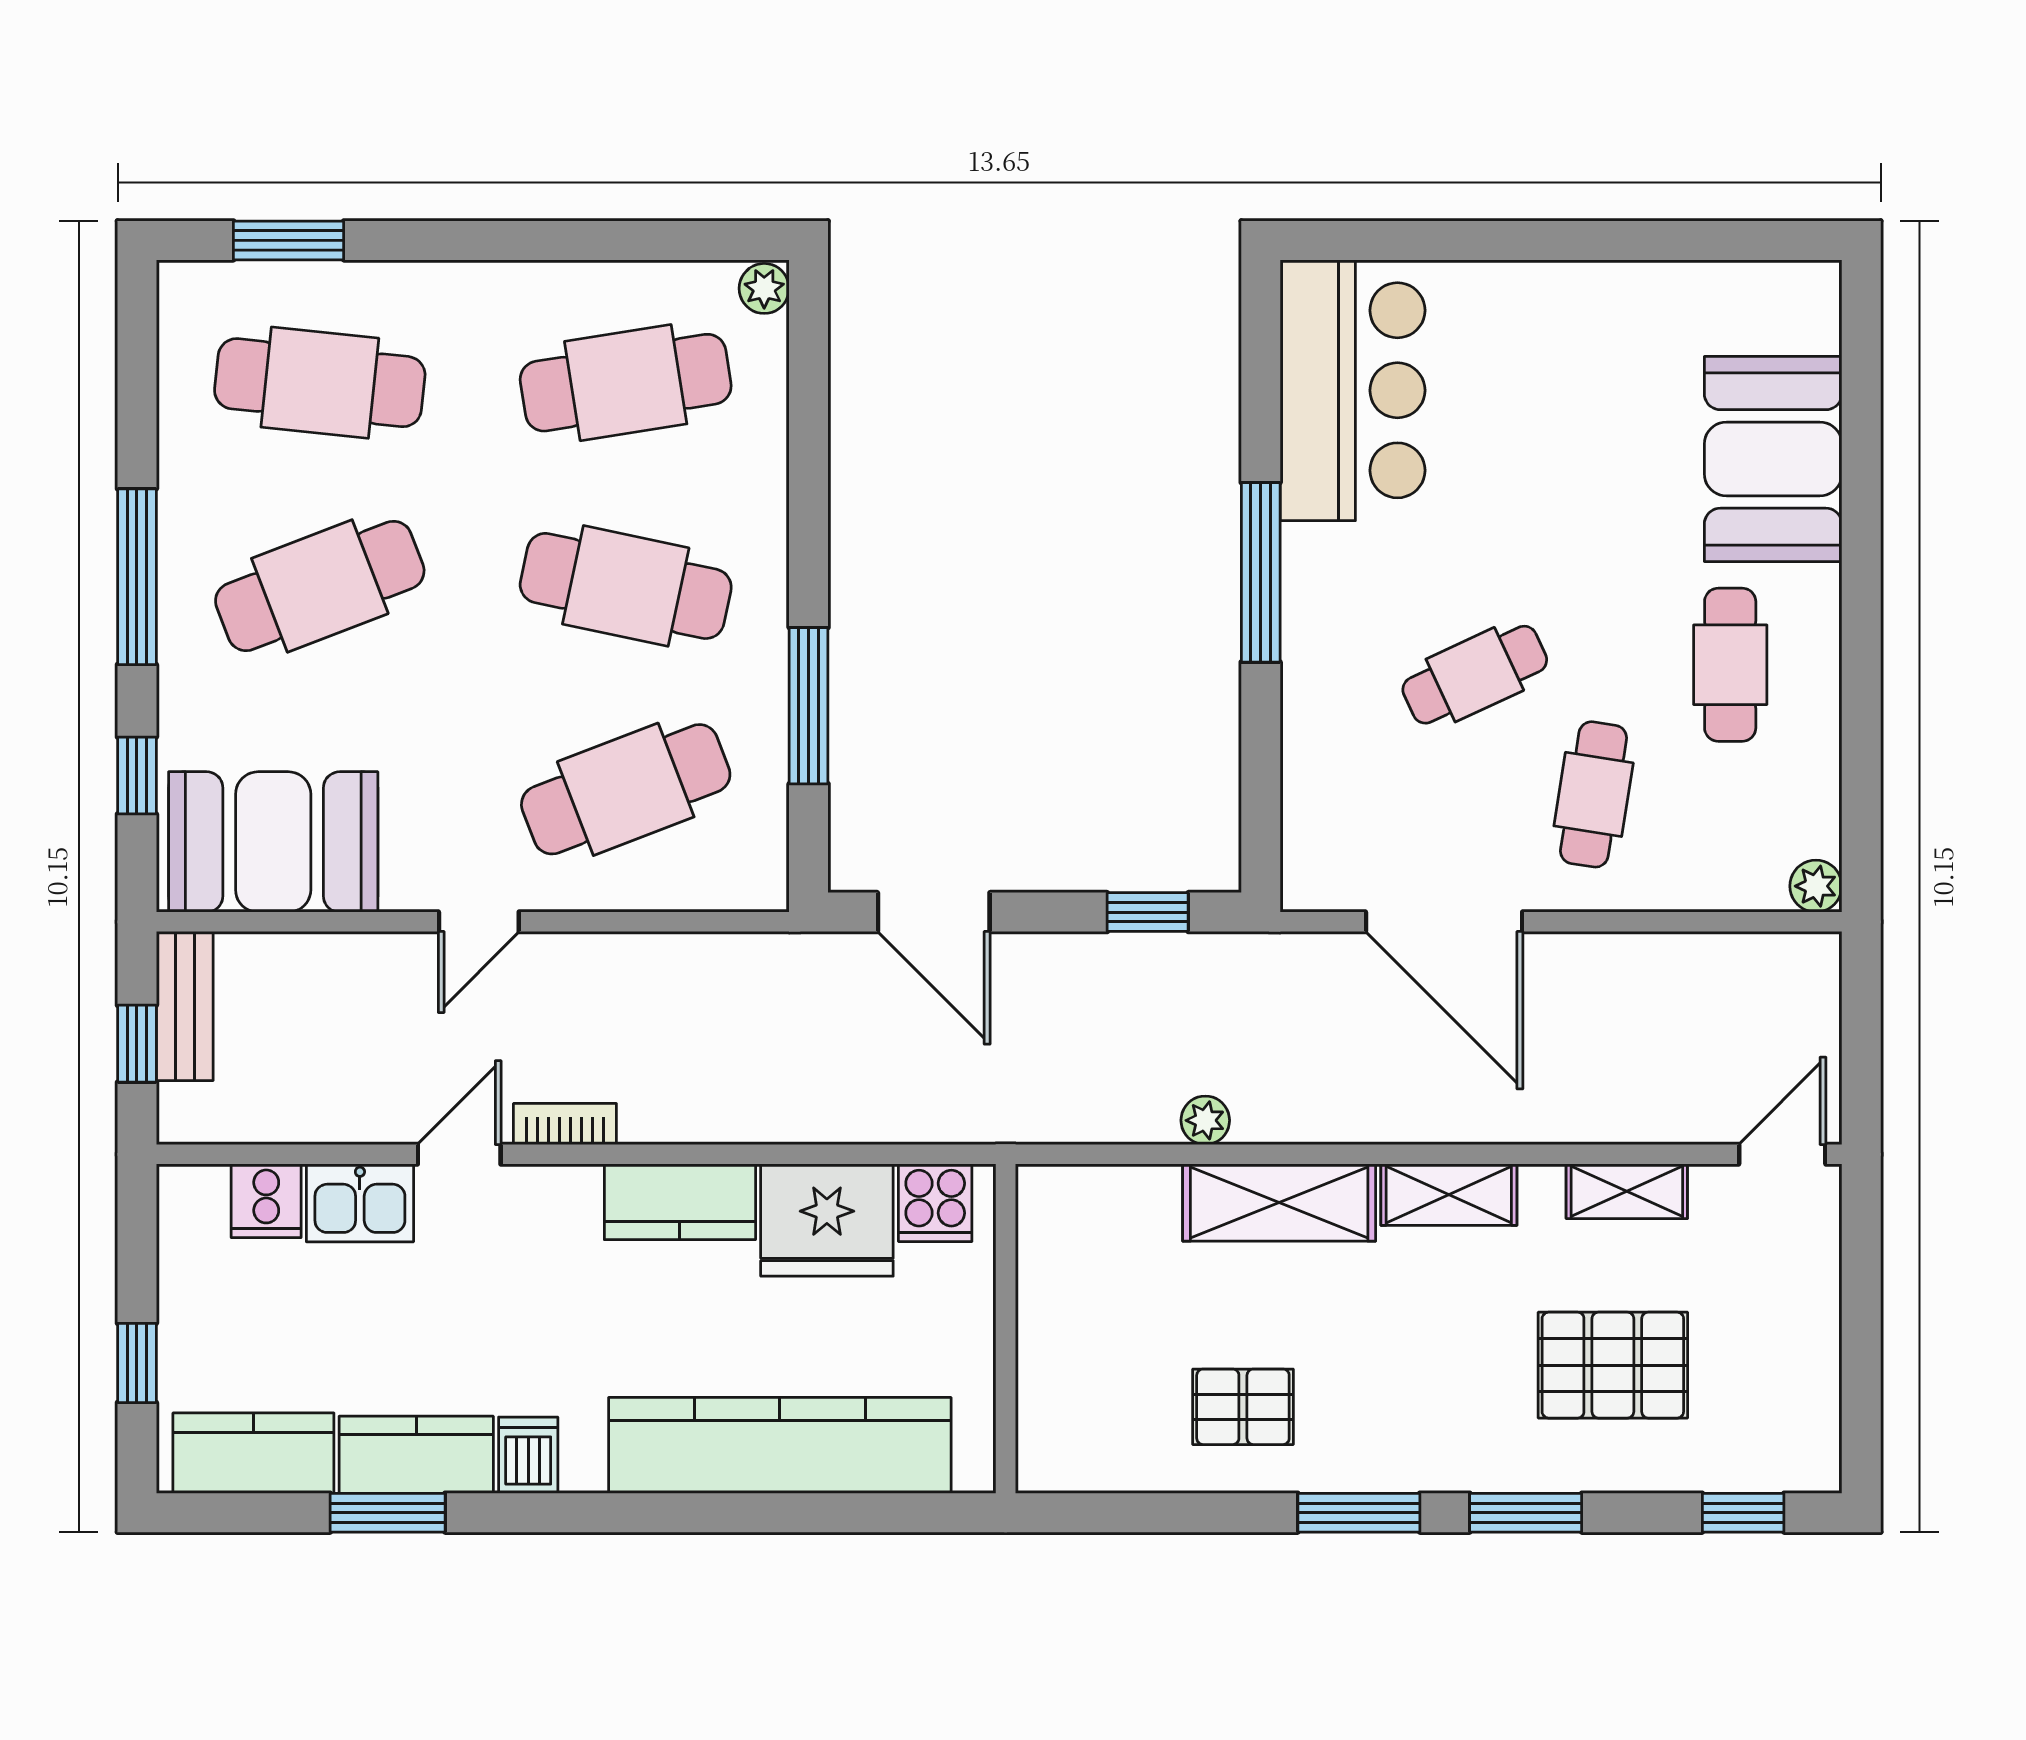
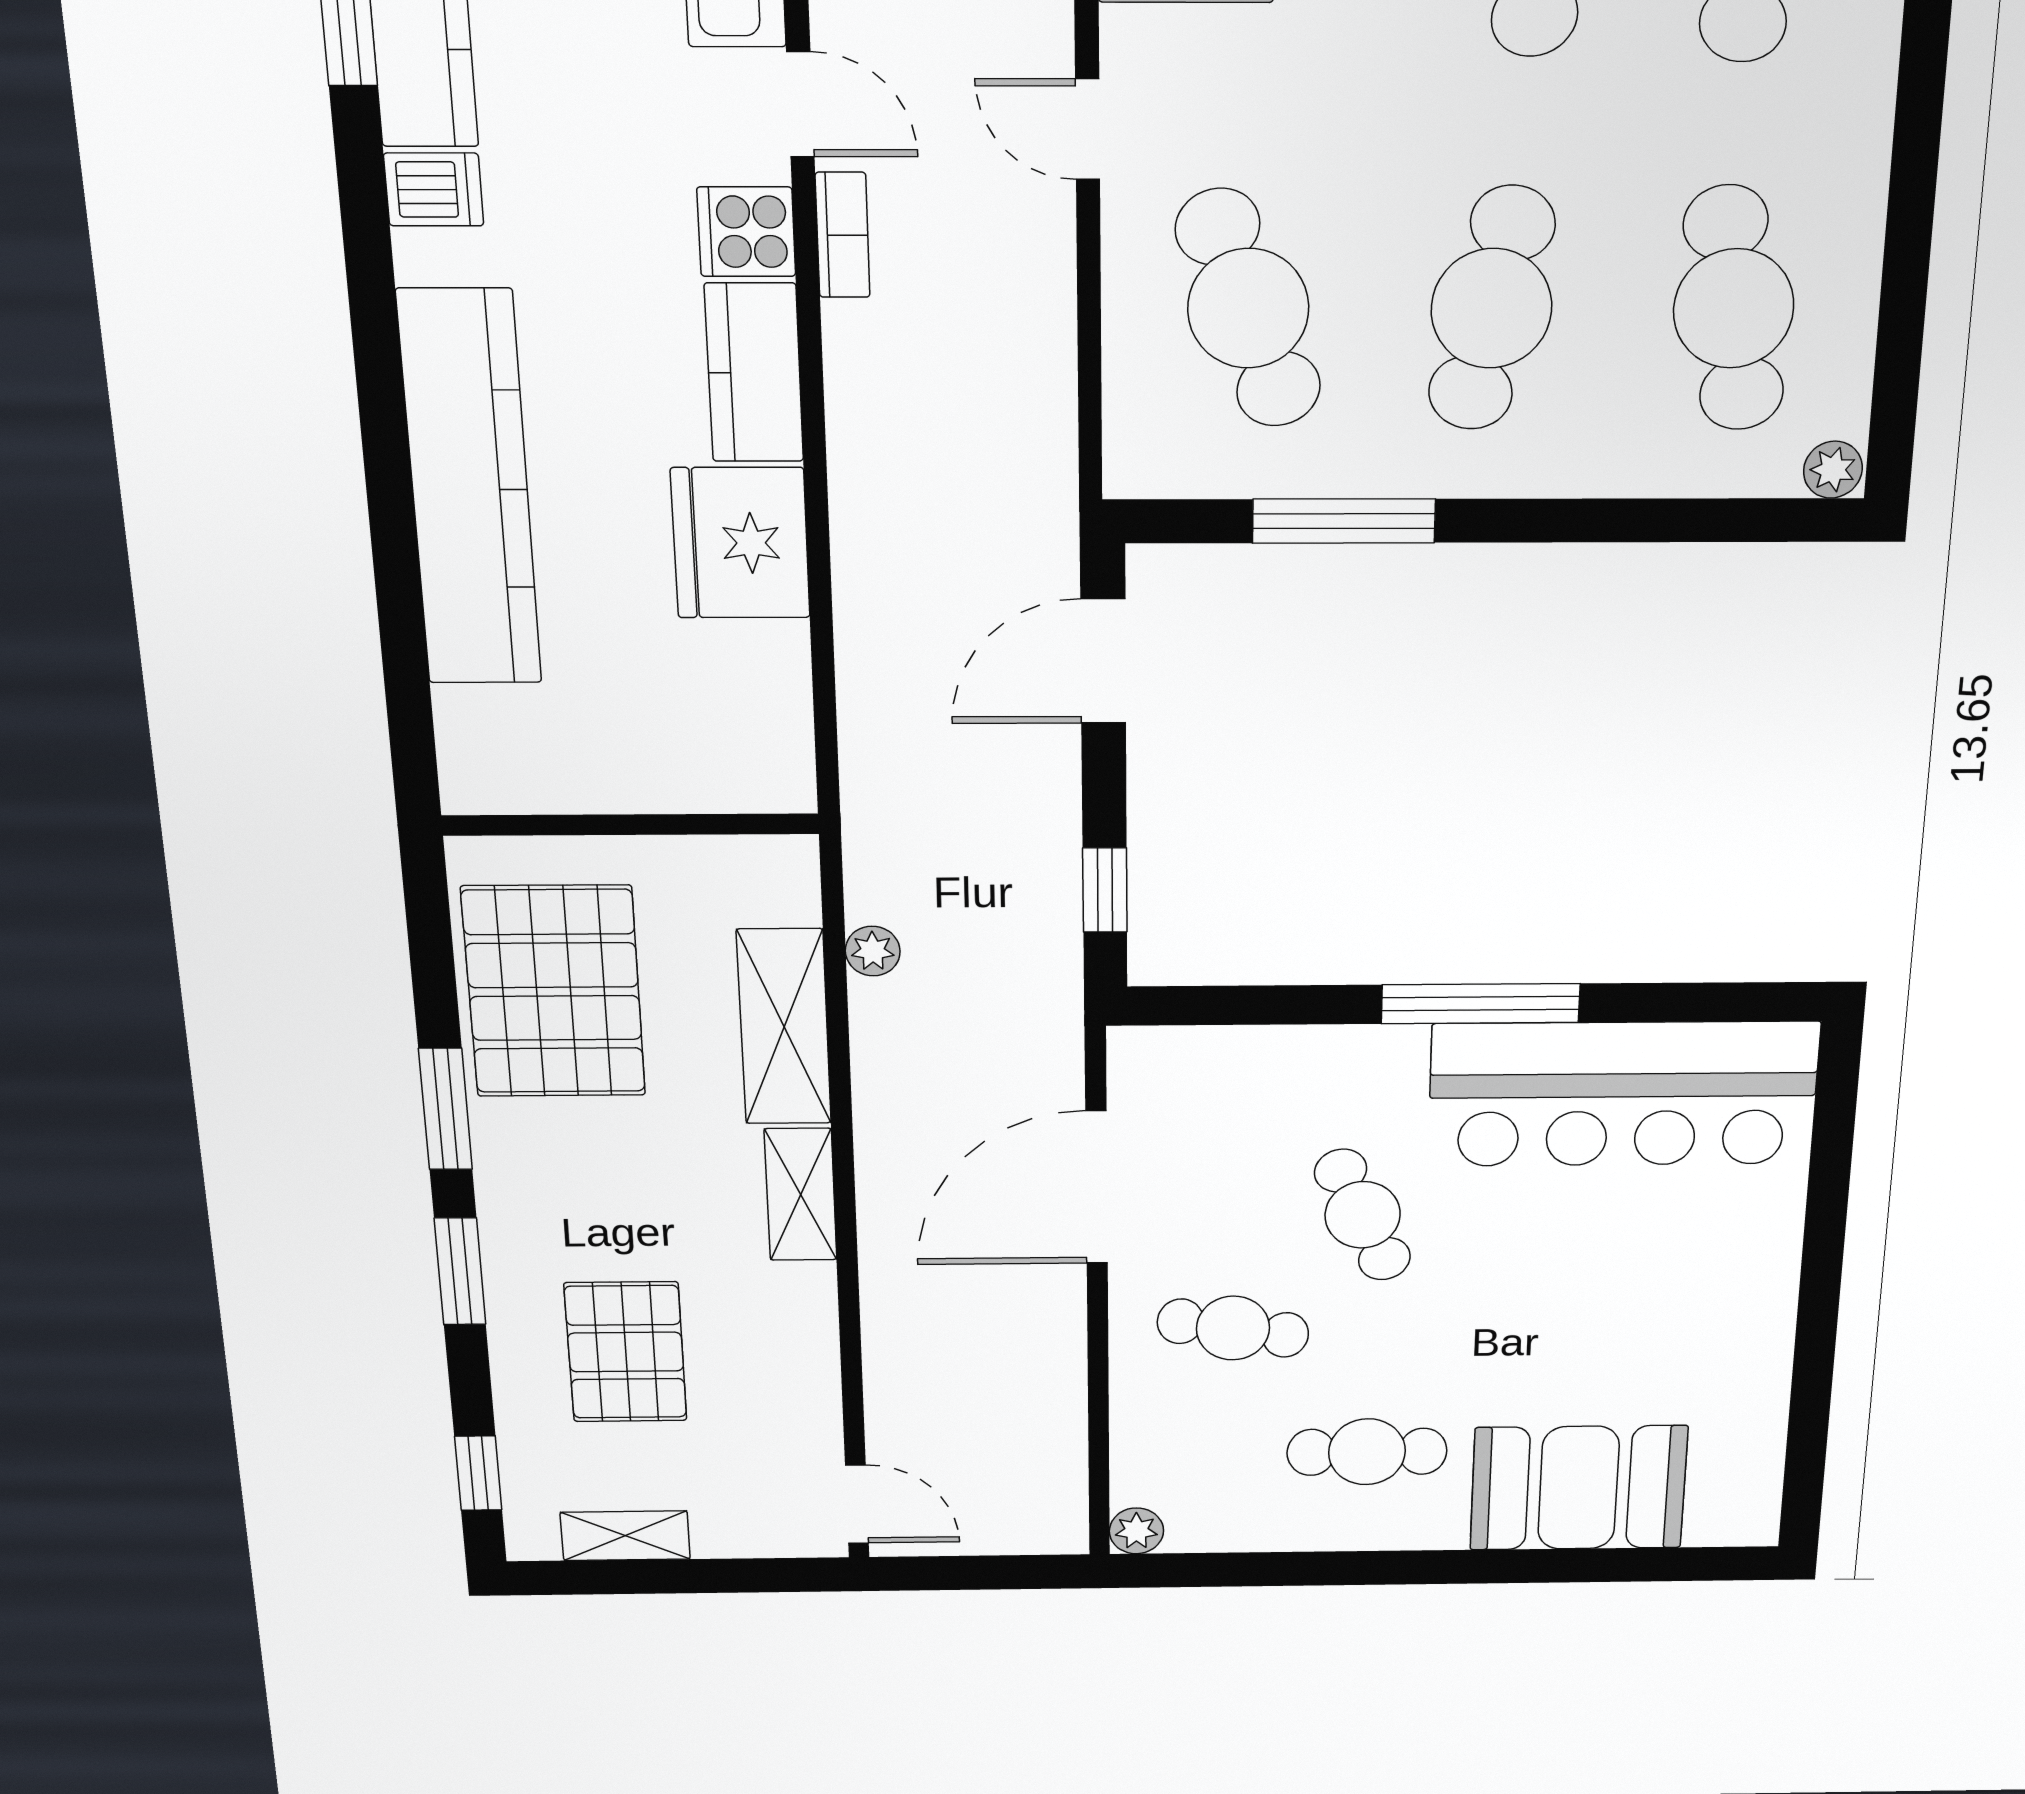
bar counter: (1353, 390) -> (1623, 1094), width x1.36
shelving: (1627, 1191) -> (625, 1536), moved, turned 90
cooker: (935, 1203) -> (746, 232), moved
wall: (1006, 1329) -> (631, 825), moved
pallet: (1243, 1407) -> (554, 992), width x2.05, depth x2.00

